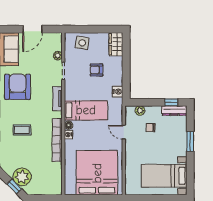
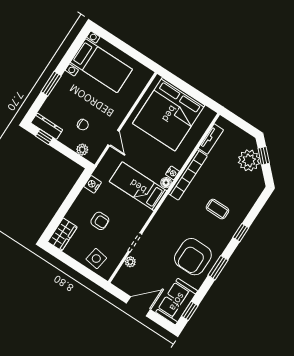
tv unit: (57, 99) -> (211, 139), moved

